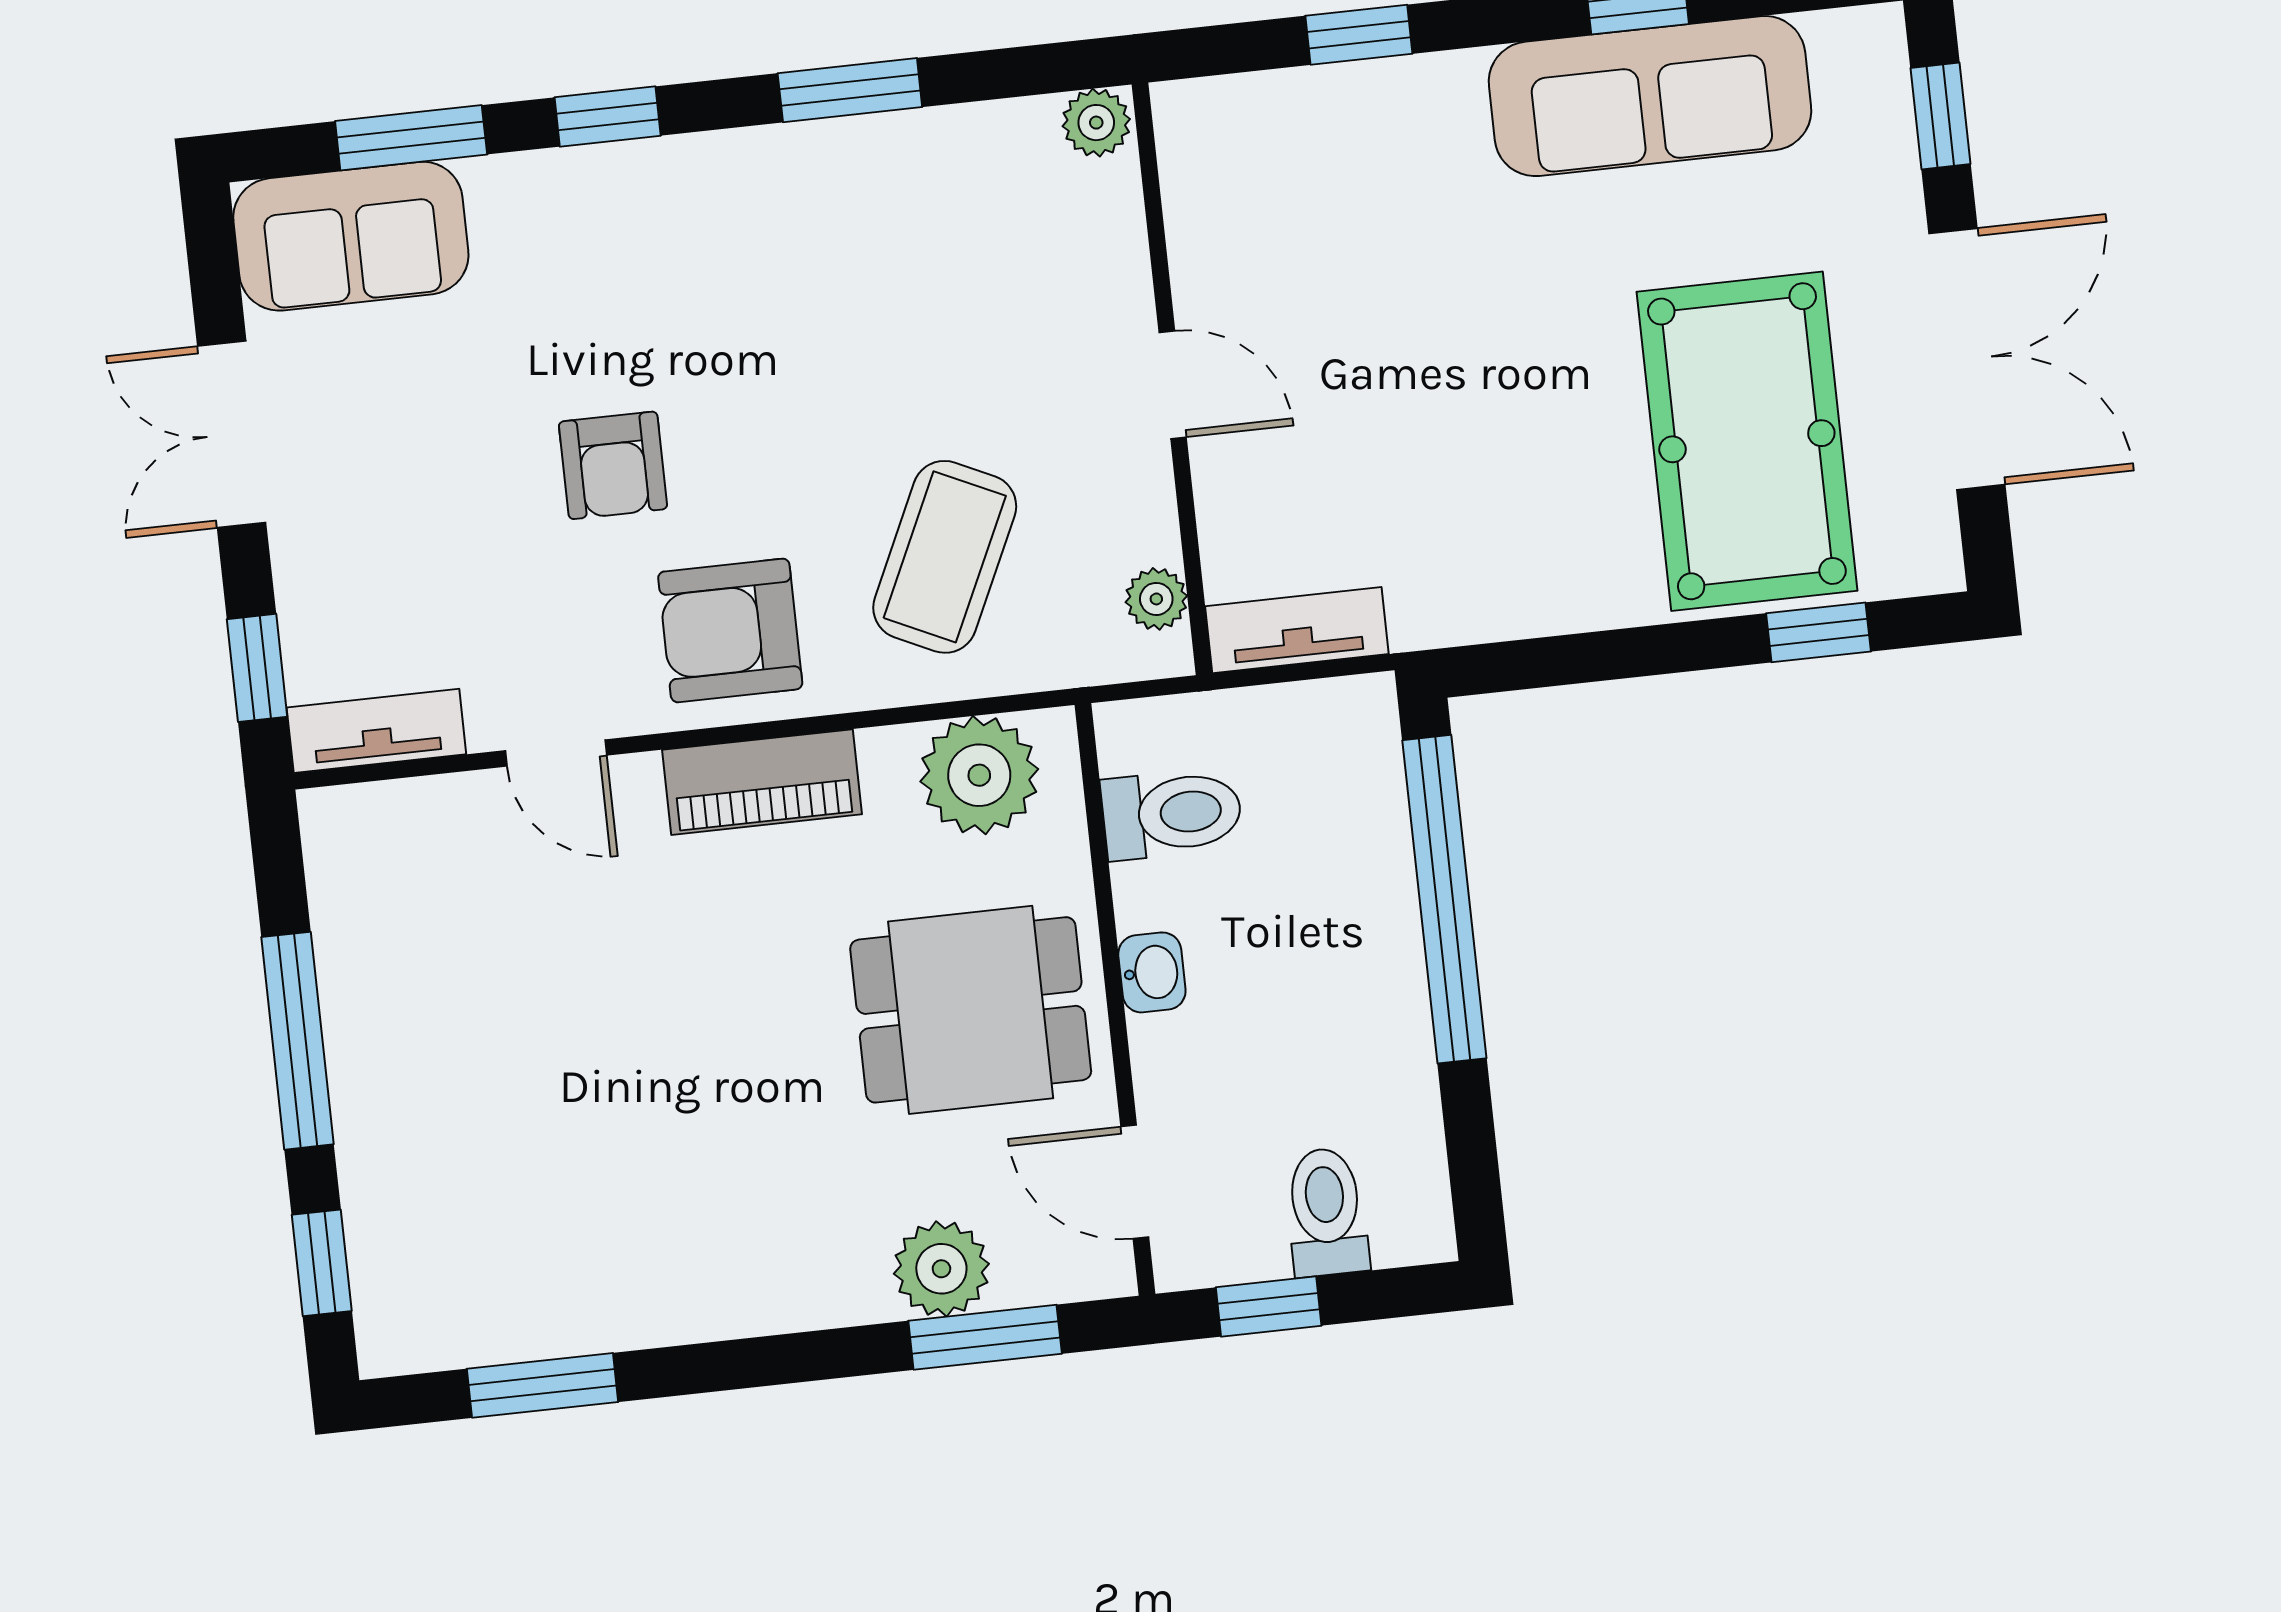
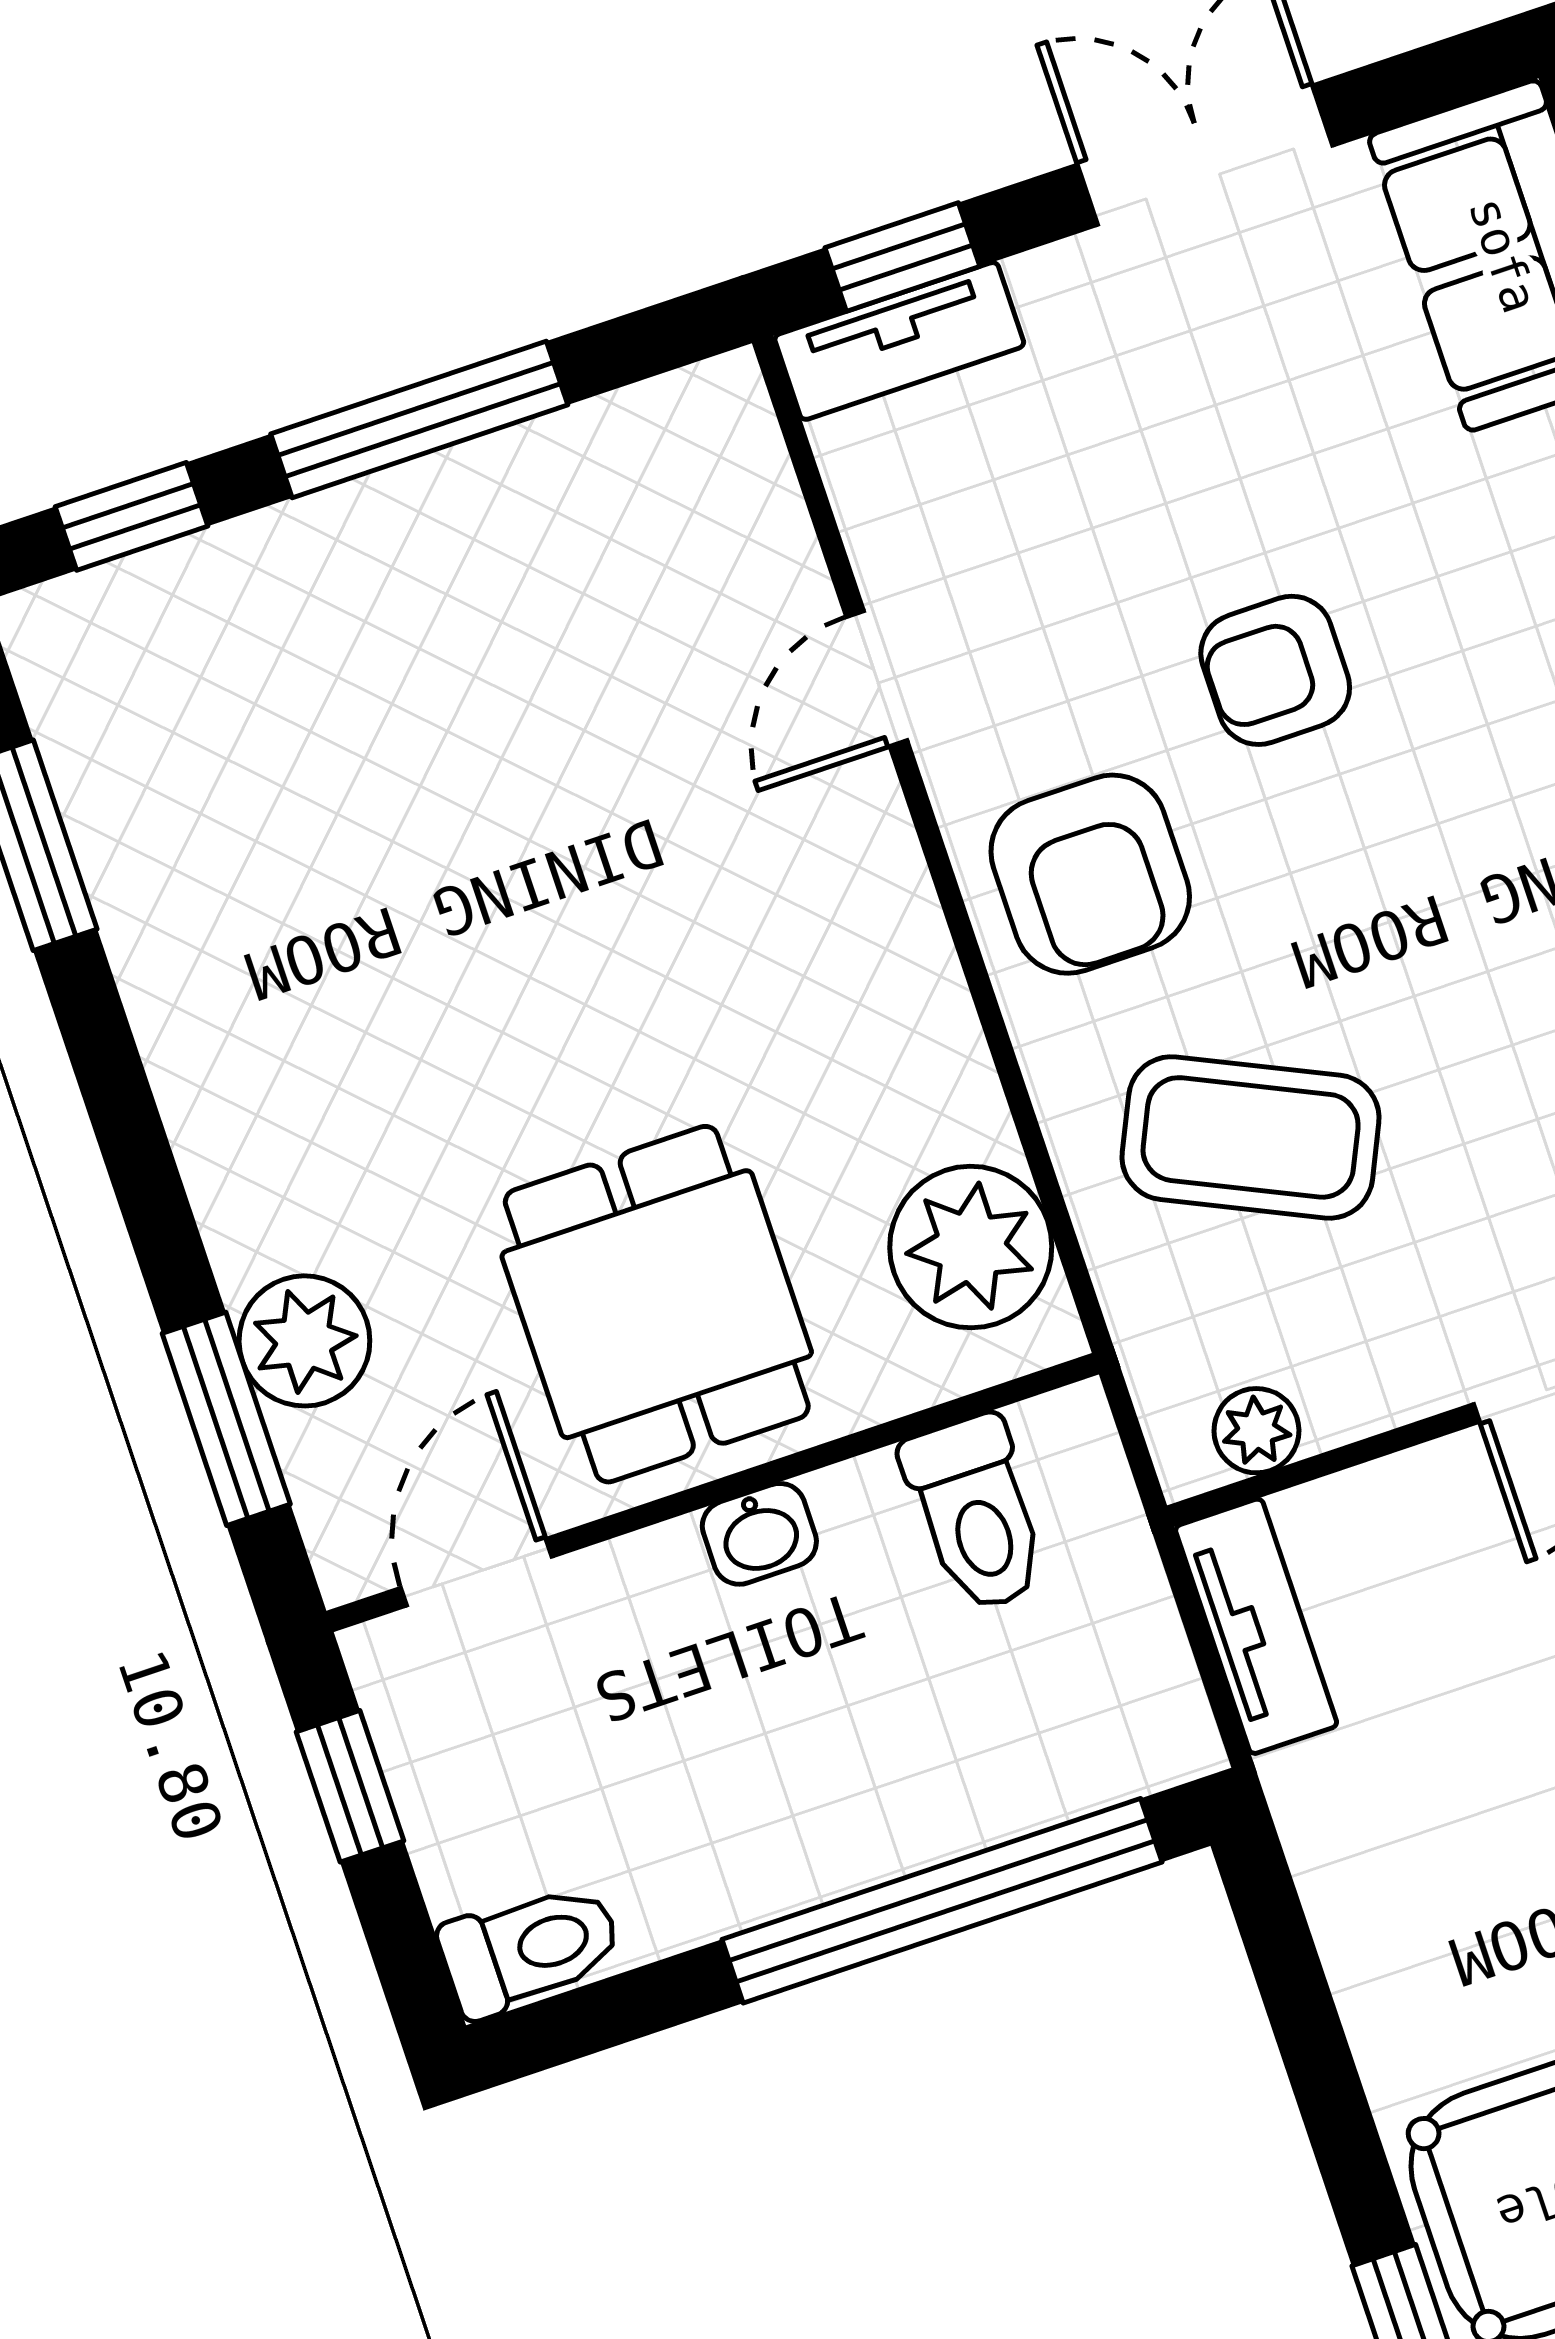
armchair: (730, 630) -> (1090, 874), turned 180
tv unit: (376, 731) -> (899, 341), moved, turned 90
piano: (762, 782) -> (898, 961), removed
toilet: (1326, 1212) -> (530, 1949), moved

